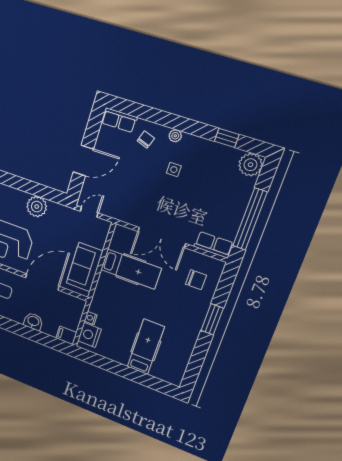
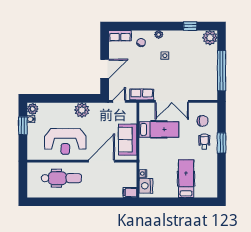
row of seats: (214, 245) -> (142, 94), moved
wheelchair: (188, 308) -> (204, 142), added
washbasin: (33, 321) -> (104, 192), removed

